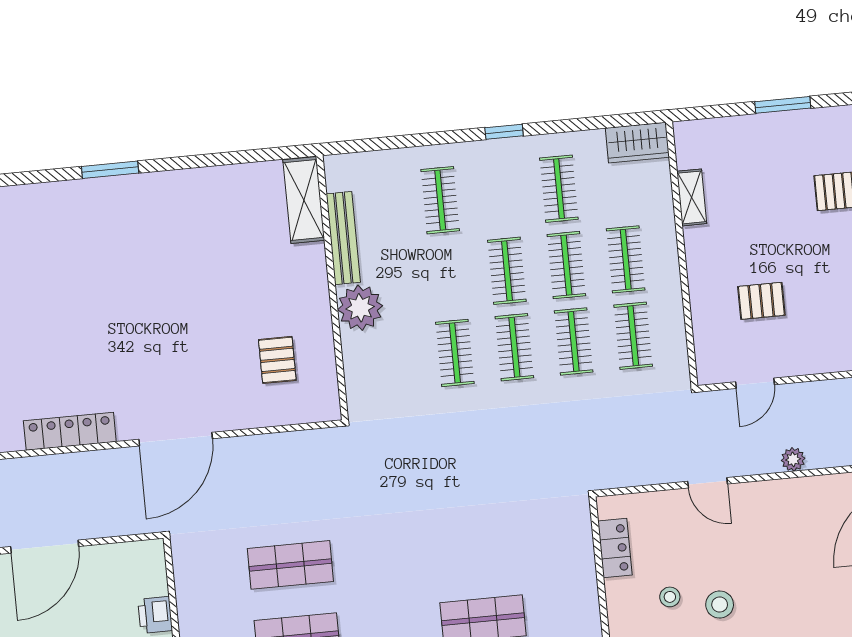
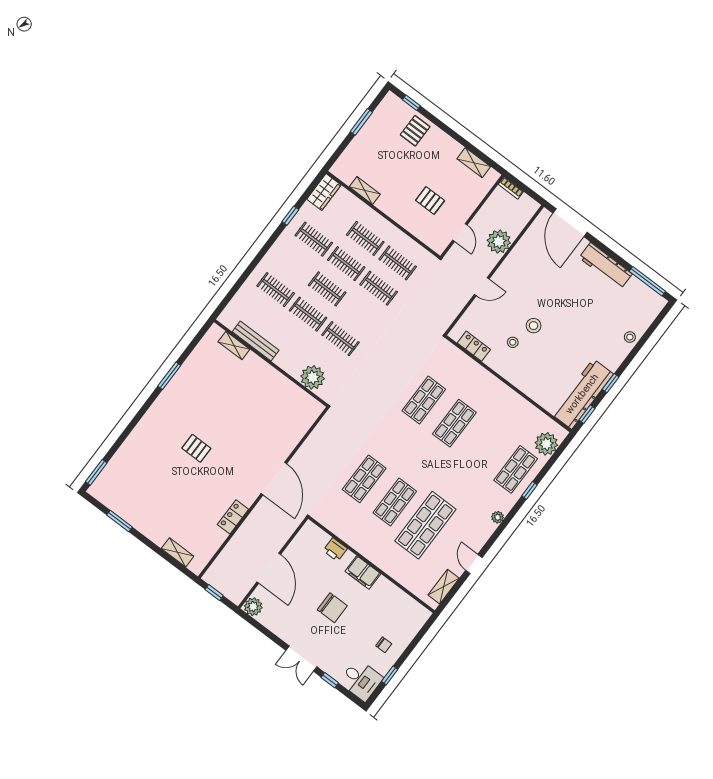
window: (504, 132) -> (290, 216), moved
window: (110, 170) -> (169, 376), moved
shelving: (304, 200) -> (234, 345), width x0.67, depth x0.75
pallet: (761, 301) -> (430, 200), turned 90
plant: (360, 308) -> (313, 377), moved
clothes rail: (514, 347) -> (308, 314), moved
pallet: (277, 360) -> (196, 448), moved
locker: (70, 431) -> (233, 517), width x0.66
plant: (793, 459) -> (499, 242), width x1.87, depth x1.87
shop shelf: (476, 547) -> (424, 400), added

